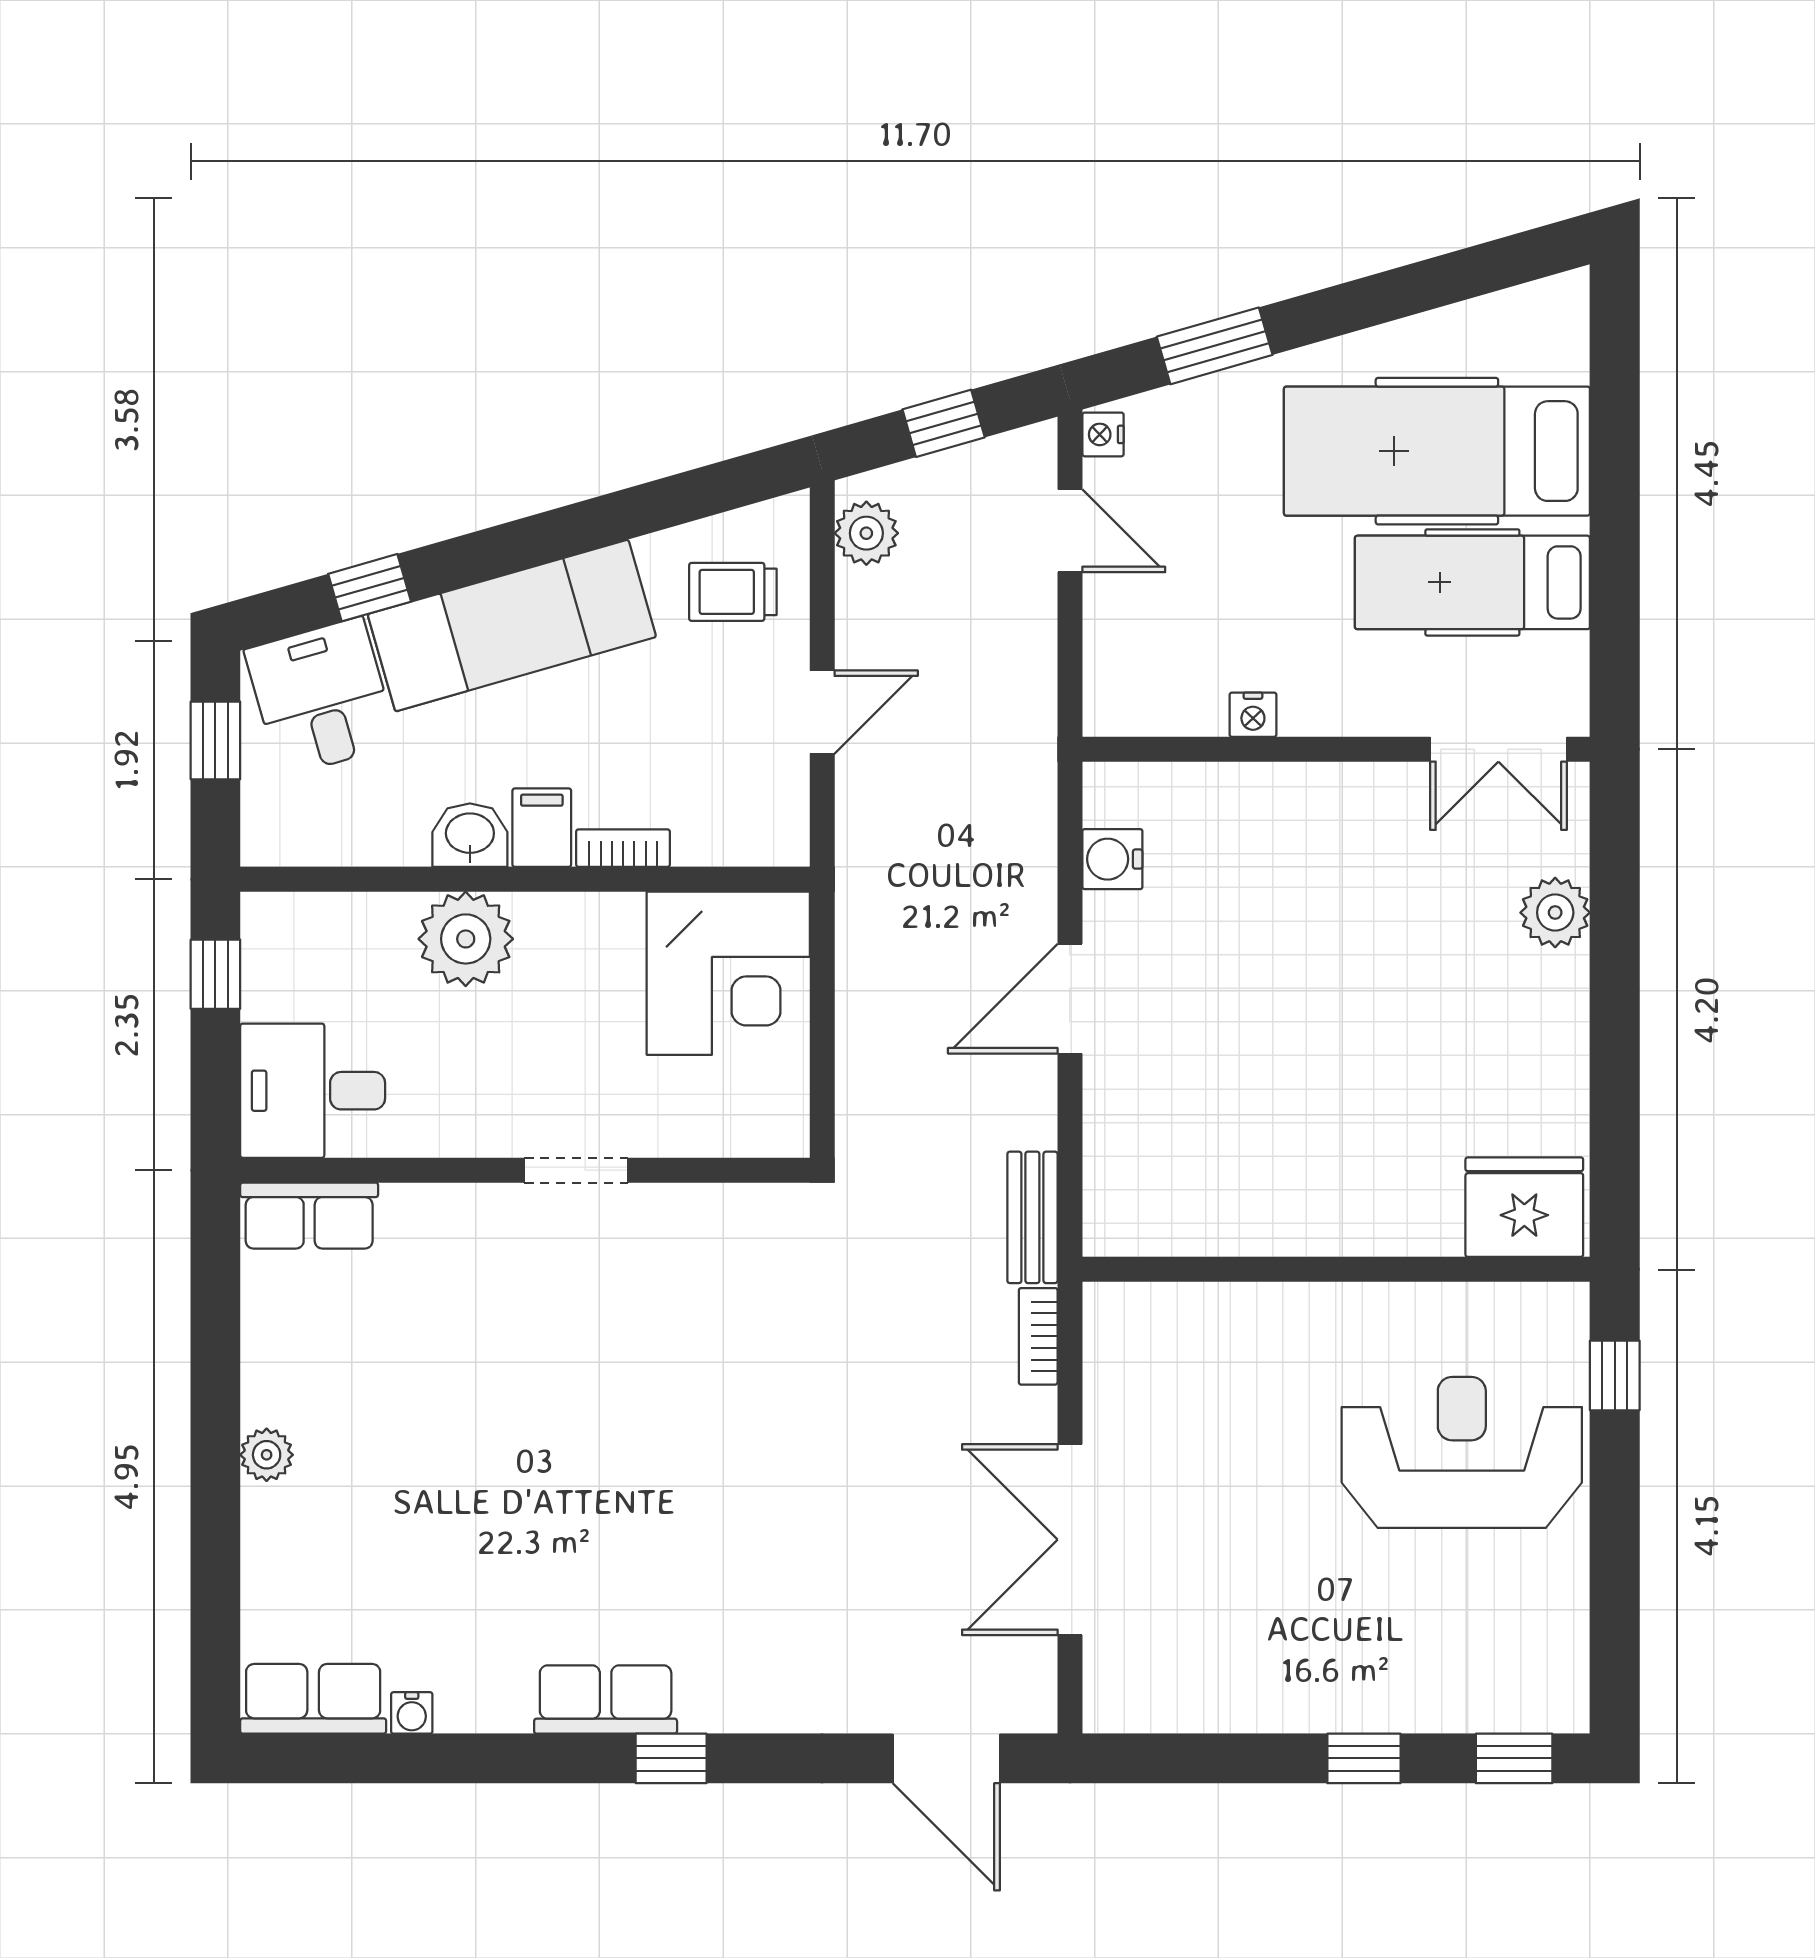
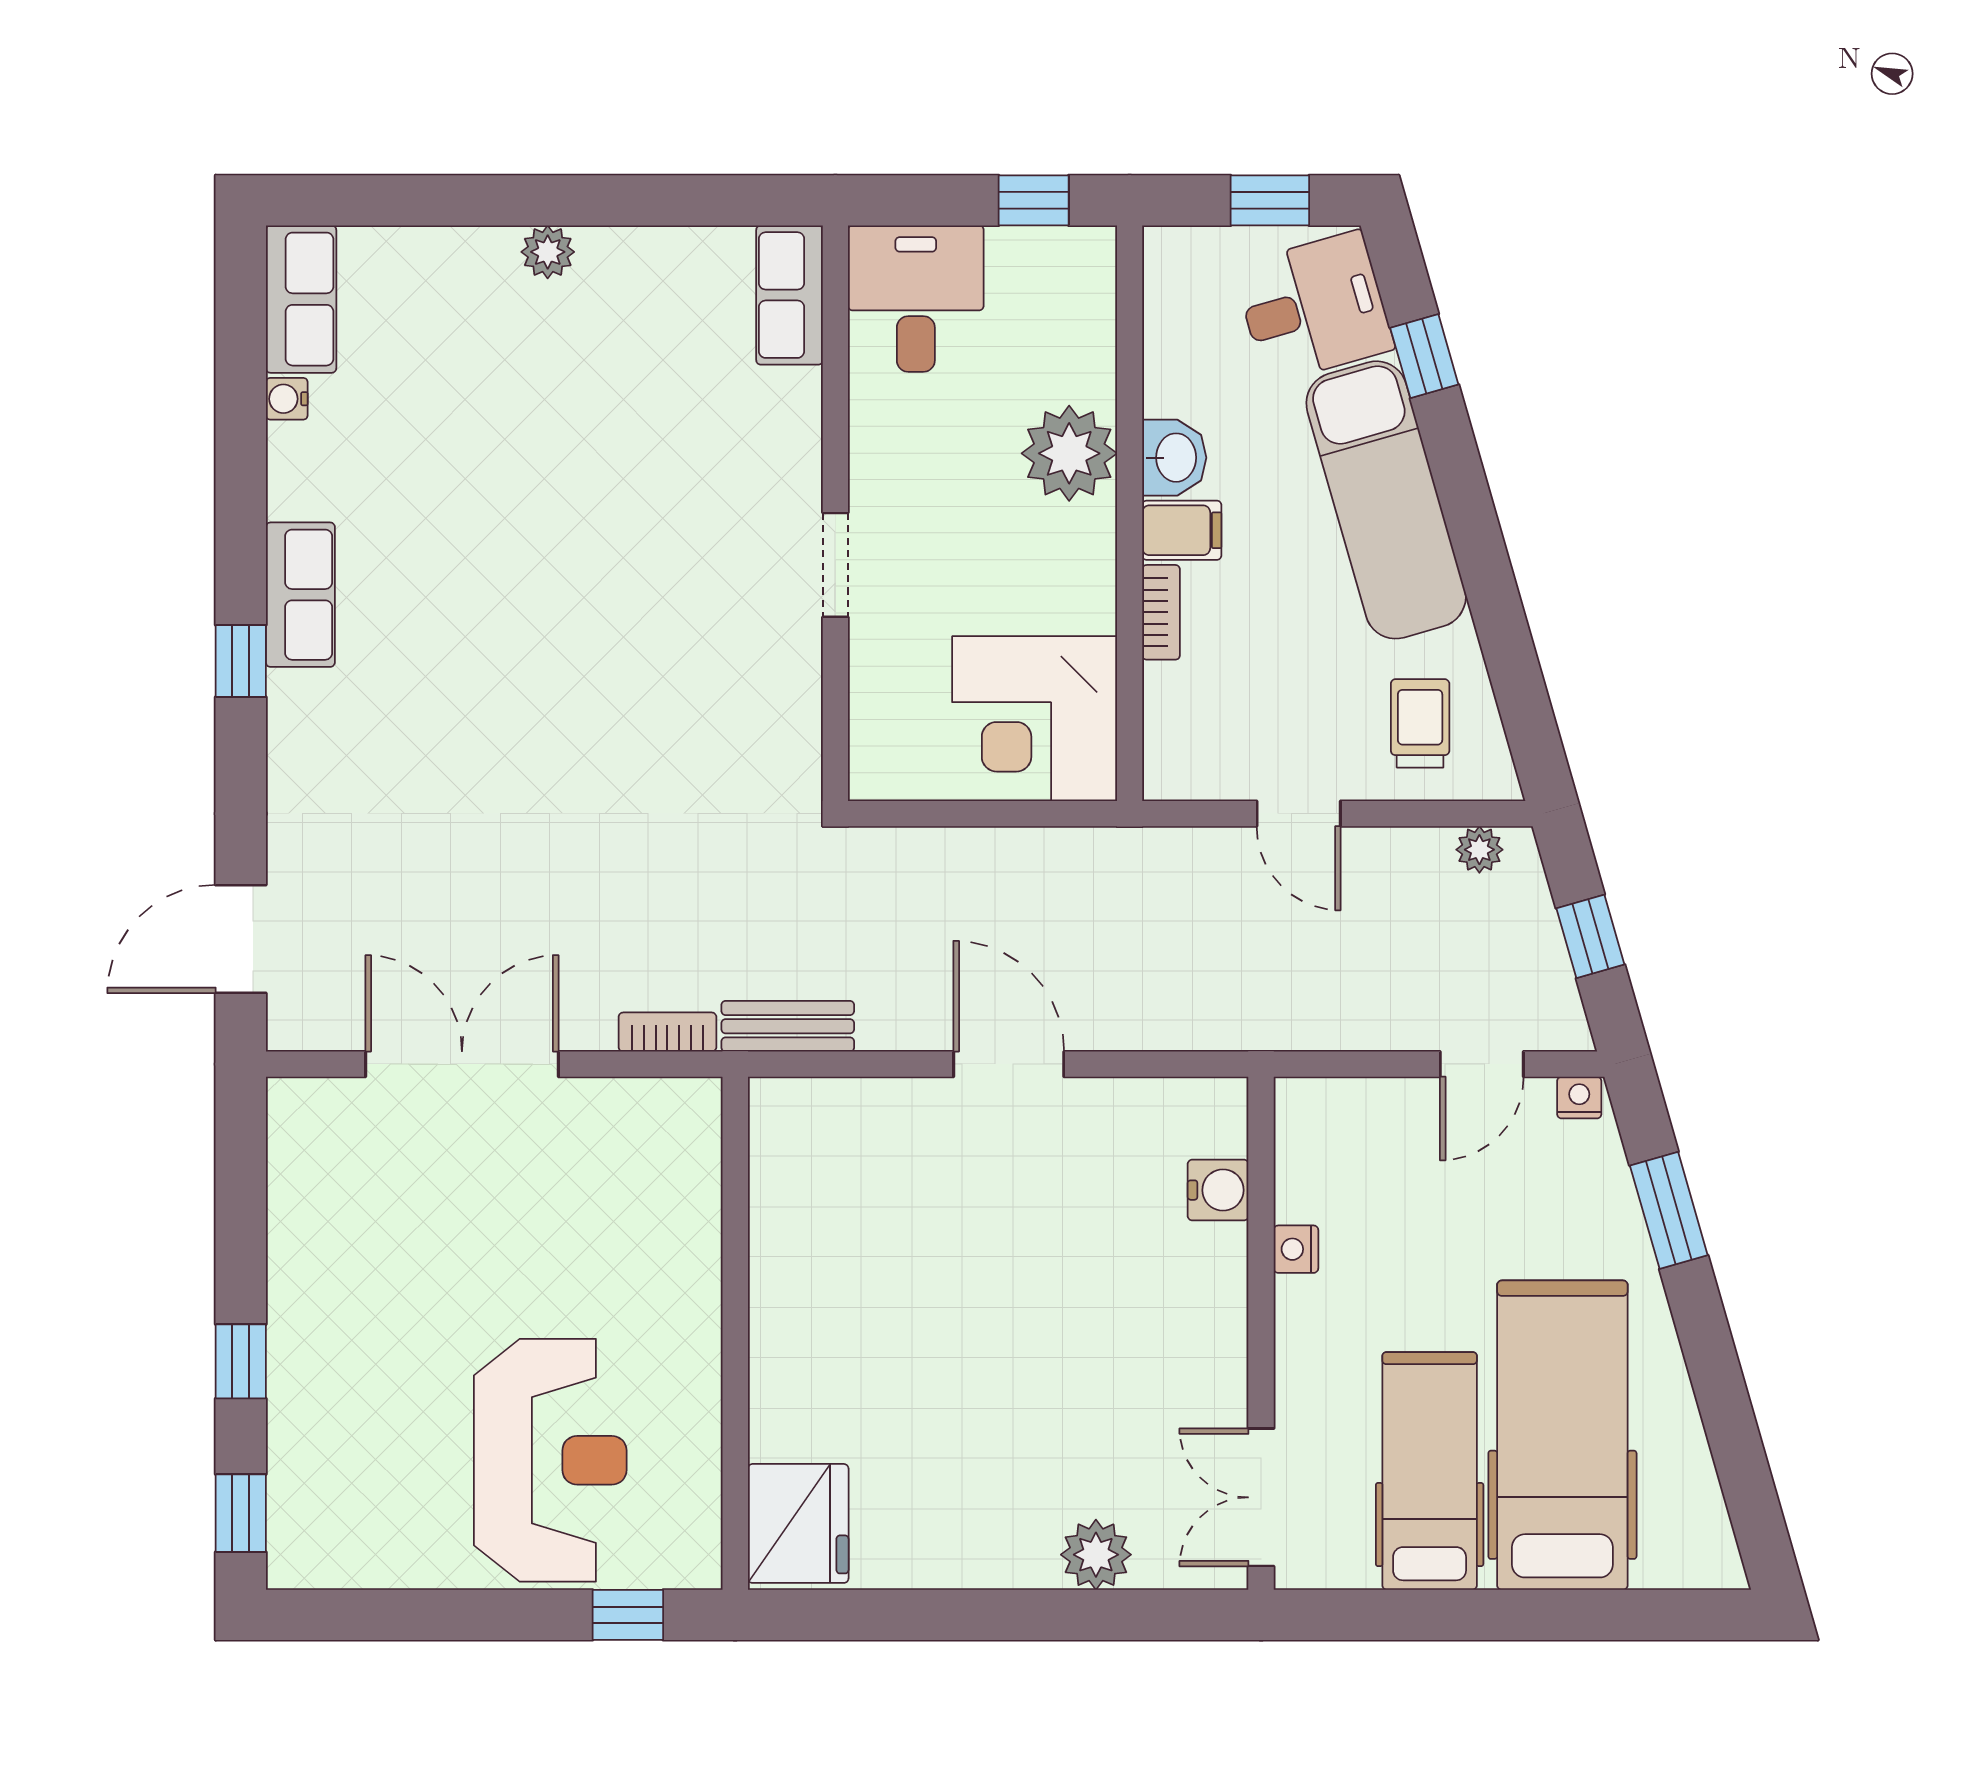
plant: (866, 533) -> (1479, 850), width x0.73, depth x0.73
water cooler: (1112, 859) -> (1218, 1190), moved, turned 90

